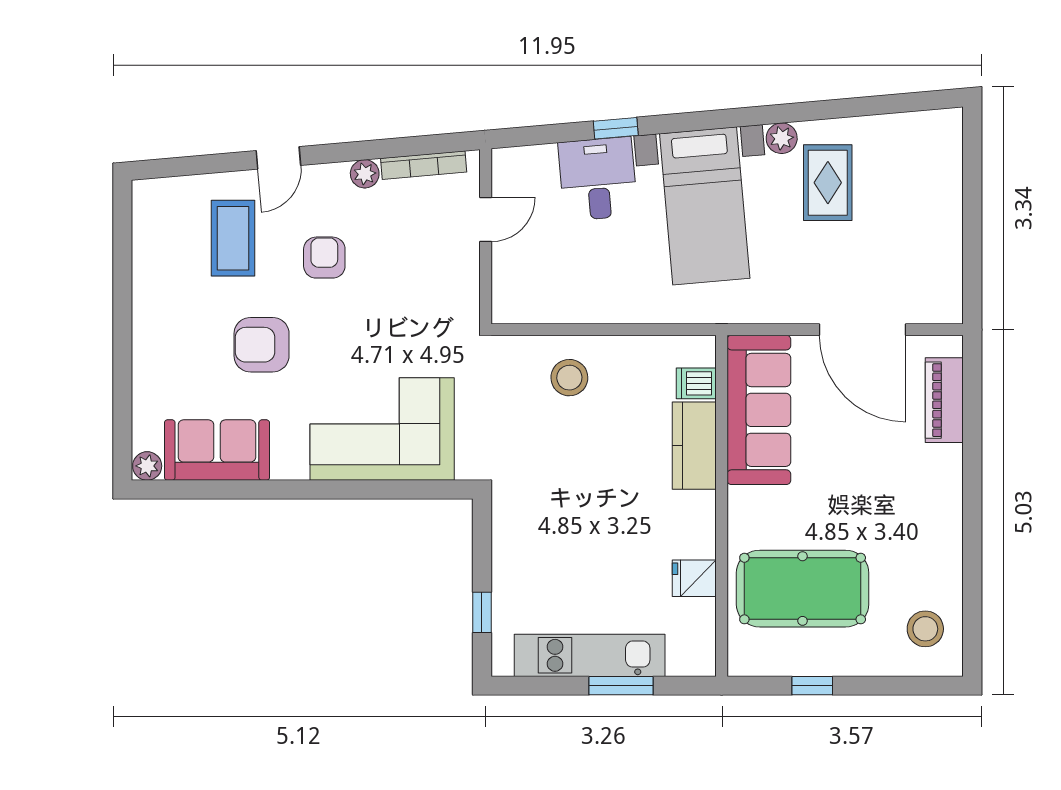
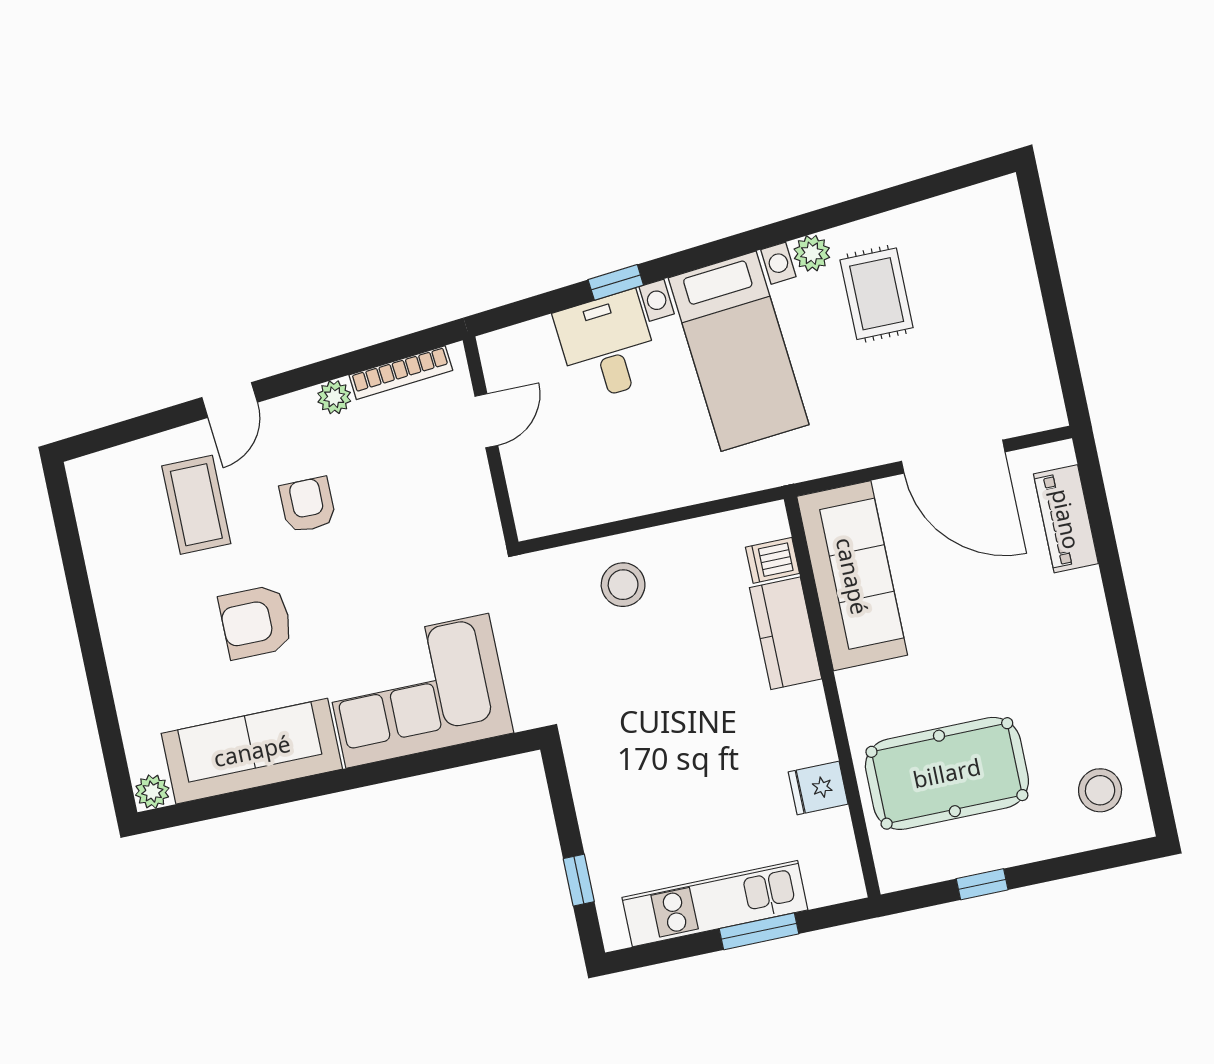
sofa: (217, 450) -> (252, 751), width x1.36

